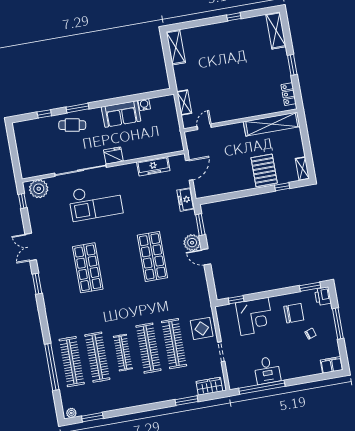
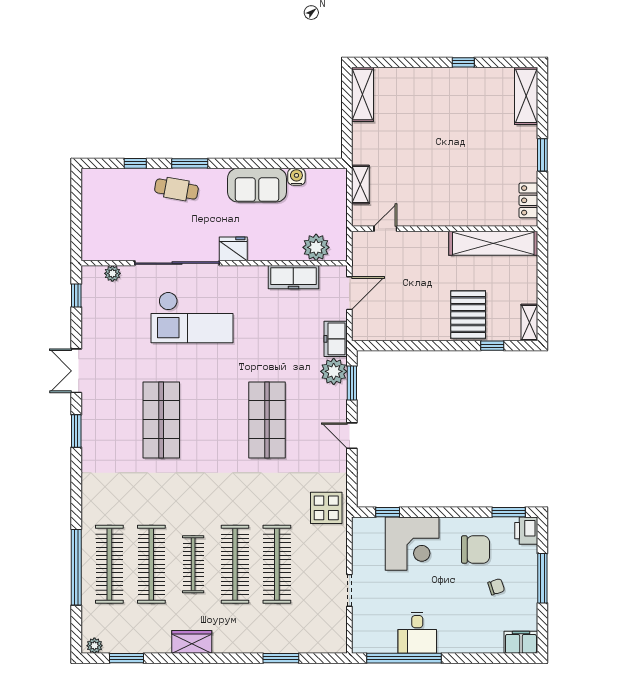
plant: (164, 146) -> (316, 247), added
plant: (39, 189) -> (112, 273), width x0.53, depth x0.53
plant: (192, 243) -> (334, 371), moved
display table: (202, 328) -> (326, 508), moved
wardrobe: (209, 386) -> (192, 642), moved

